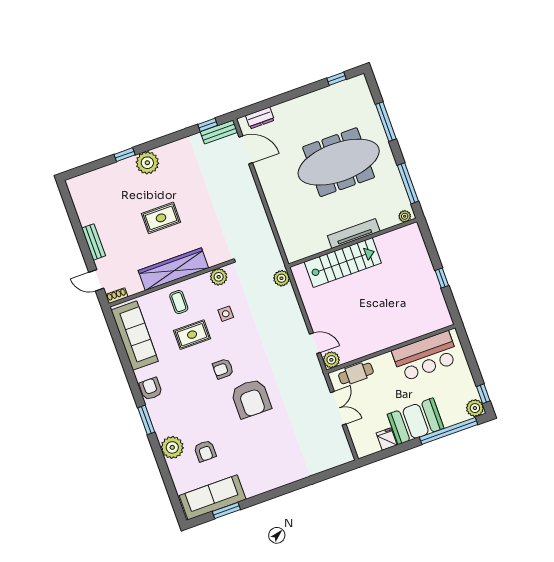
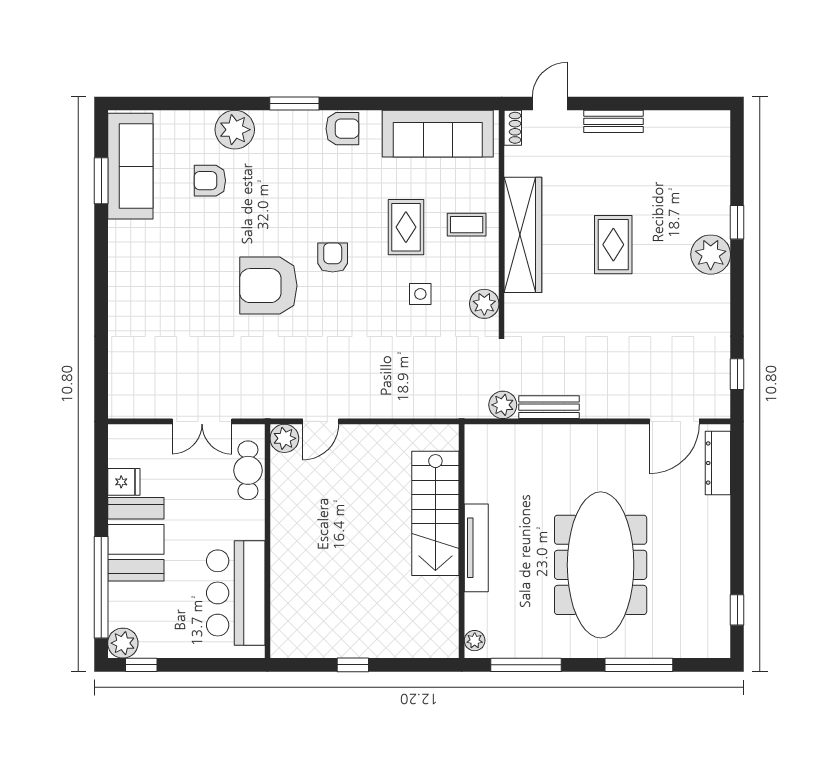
dresser: (260, 118) -> (718, 463), width x1.44
bench: (219, 132) -> (549, 407), moved, turned 90
plant: (281, 278) -> (503, 405), moved

